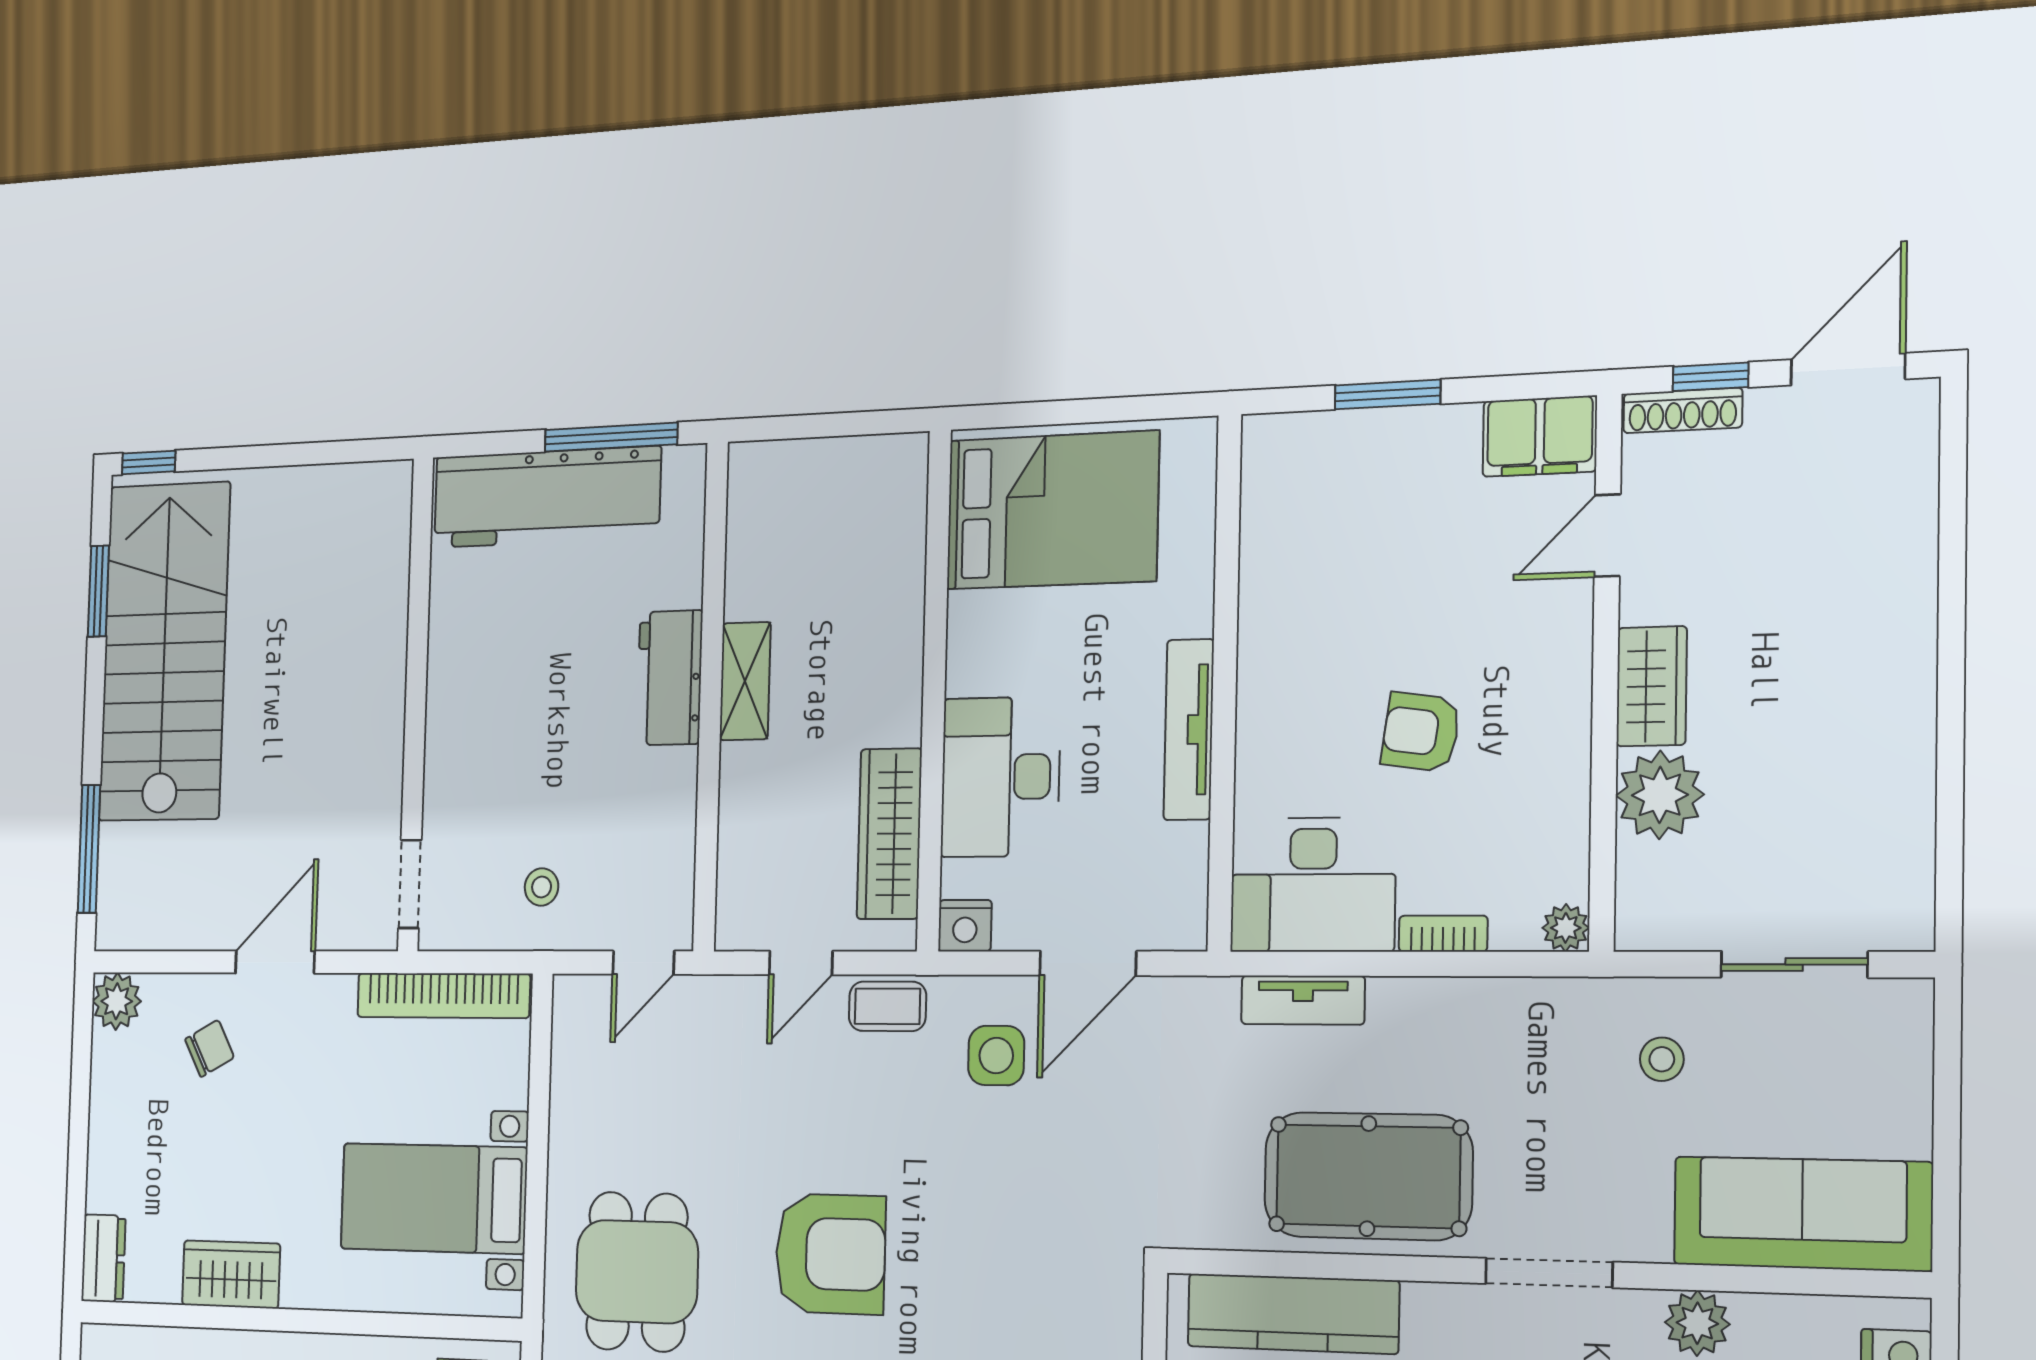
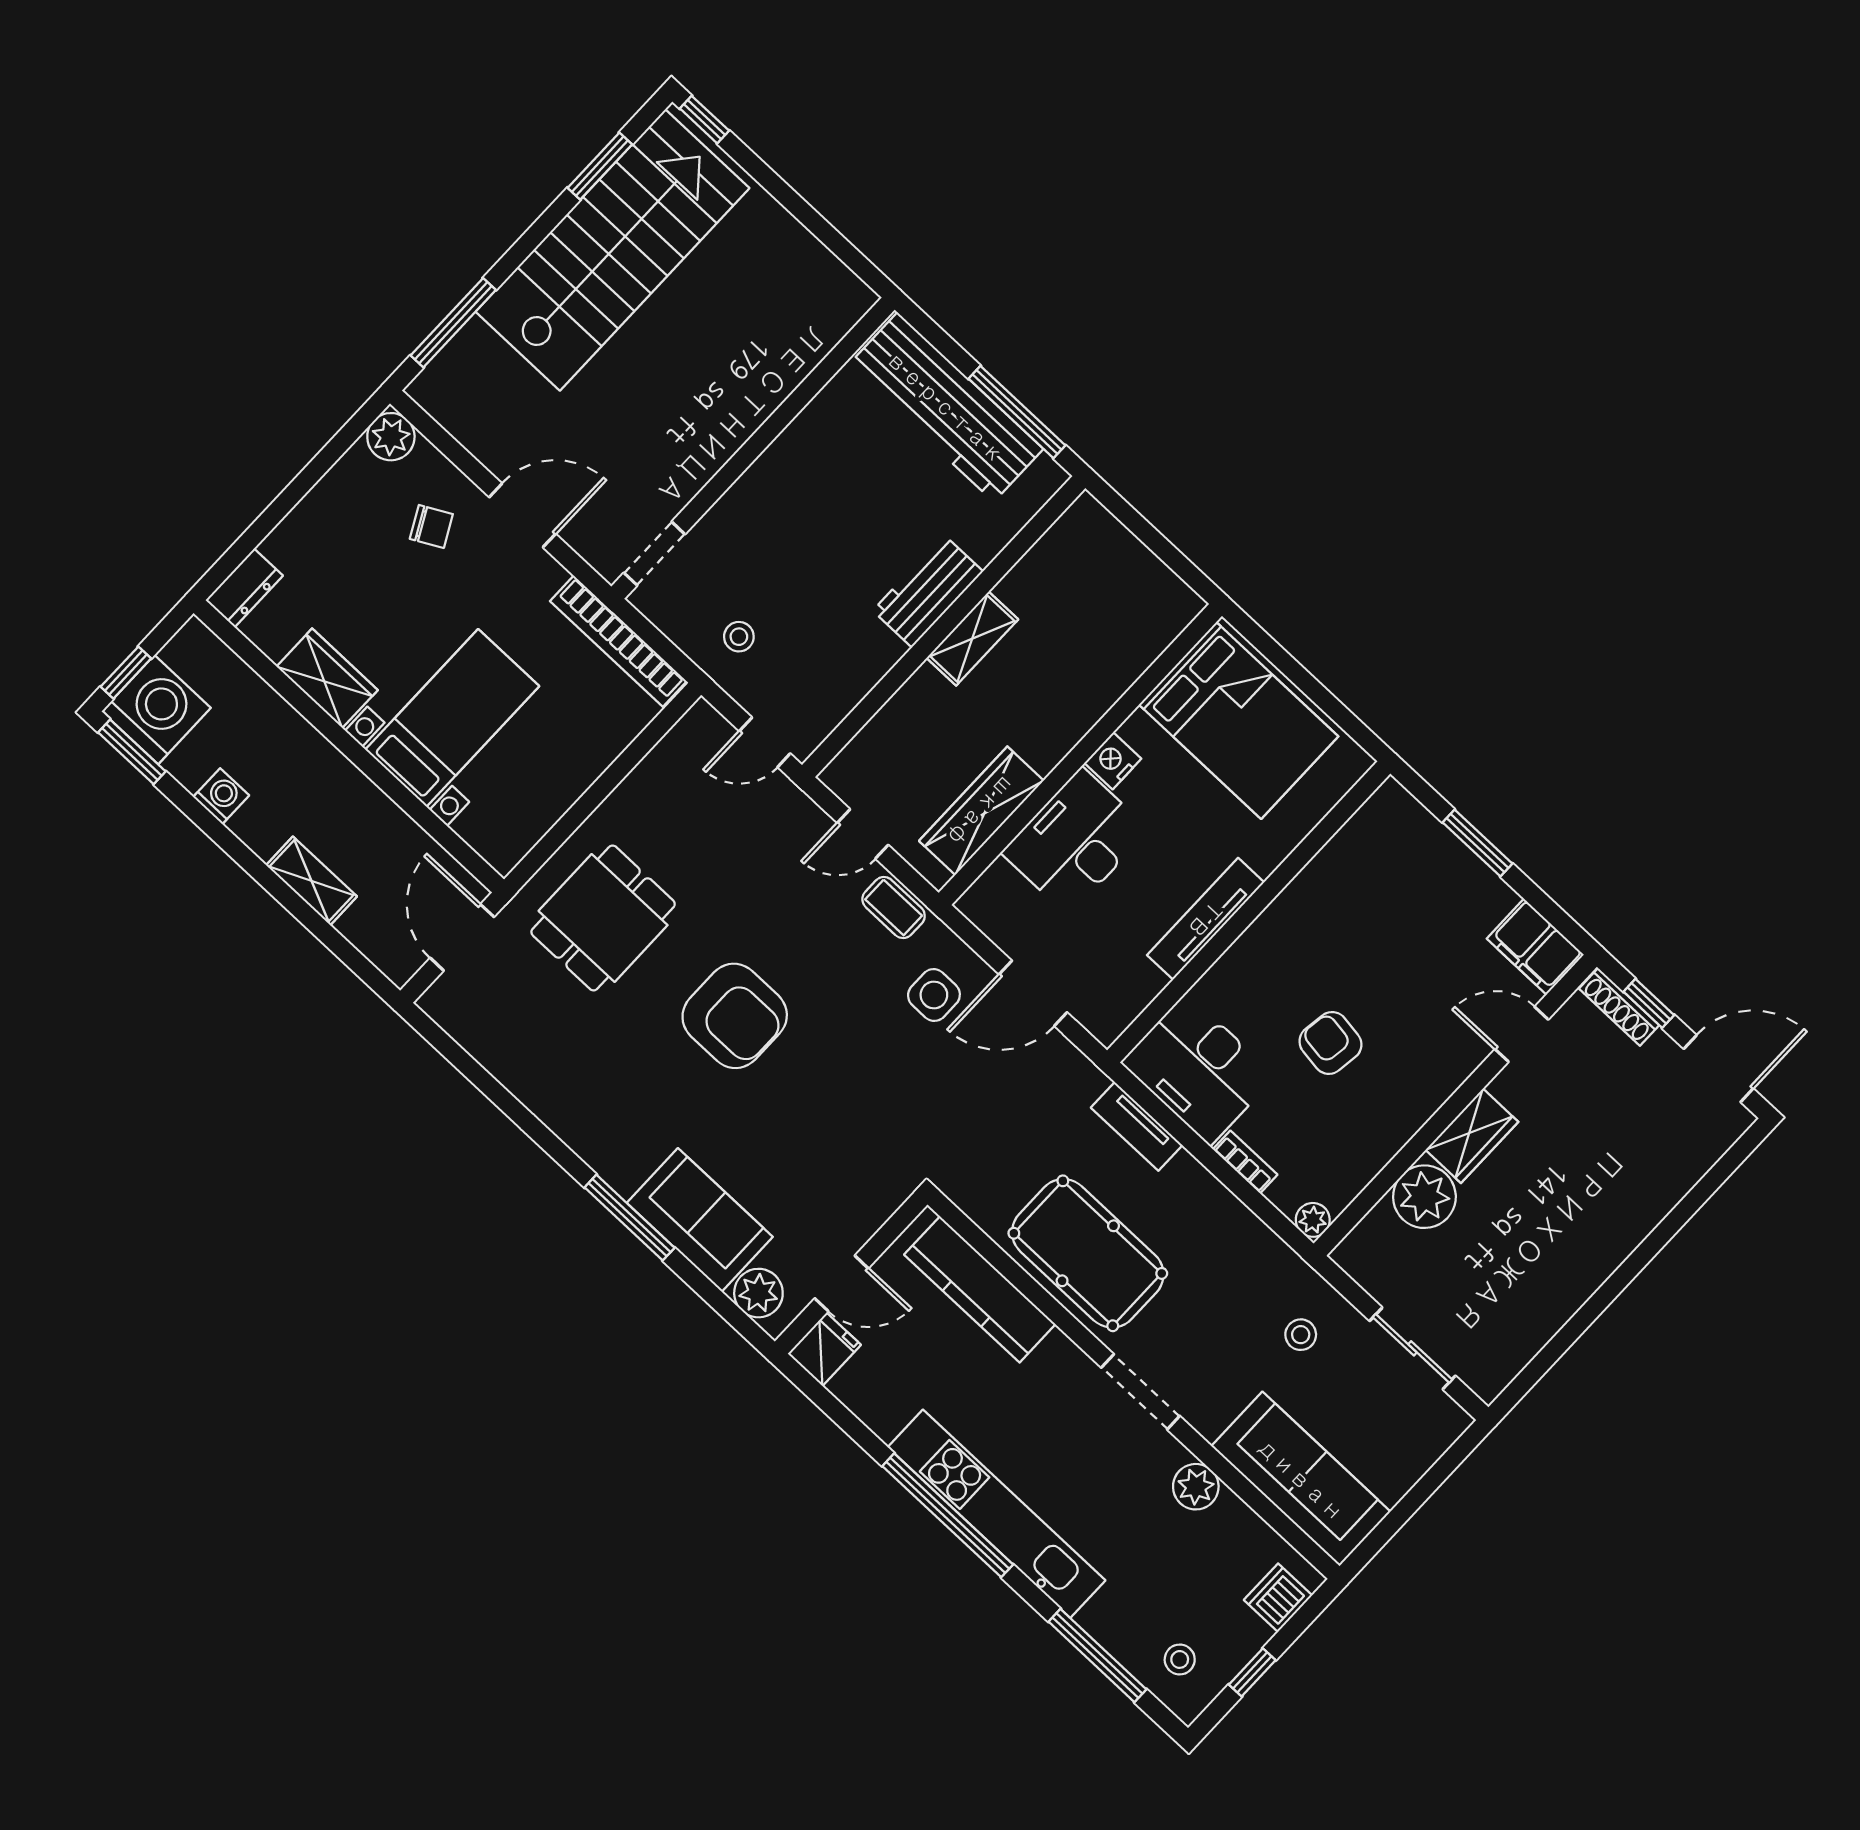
nightstand: (965, 926) -> (1113, 761), moved, turned 90
bed with nightstands: (434, 1198) -> (452, 718), moved, turned 90

